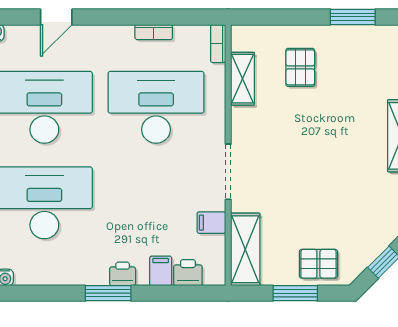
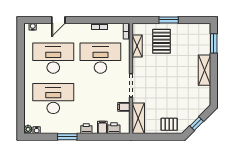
window: (353, 17) -> (169, 20), moved
pallet: (300, 67) -> (161, 41), width x1.50, depth x1.42
window: (108, 293) -> (67, 137), moved
window: (295, 293) -> (159, 137), removed

